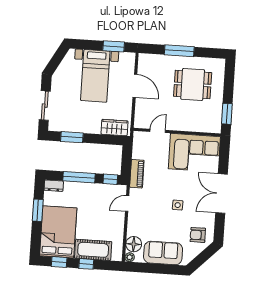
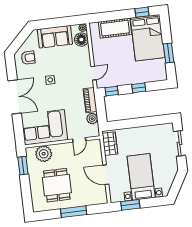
dining table: (193, 84) -> (57, 185), turned 90
plant: (201, 123) -> (44, 154), added
wardrobe: (114, 128) -> (110, 144), moved, turned -90
window: (72, 137) -> (151, 121), removed
plant: (138, 152) -> (92, 119), added
window: (79, 177) -> (139, 88), width x0.46
dresser: (54, 186) -> (159, 76), removed
window: (86, 264) -> (119, 15), removed

